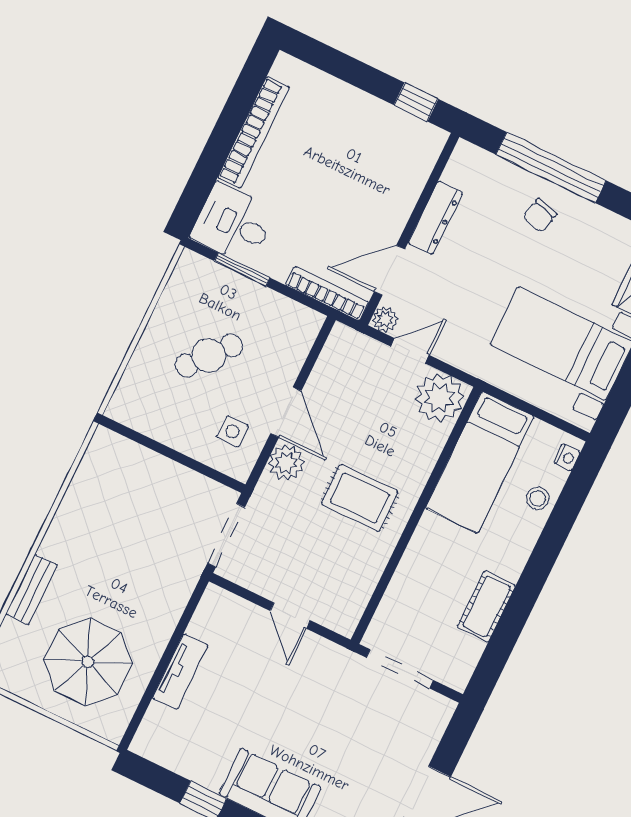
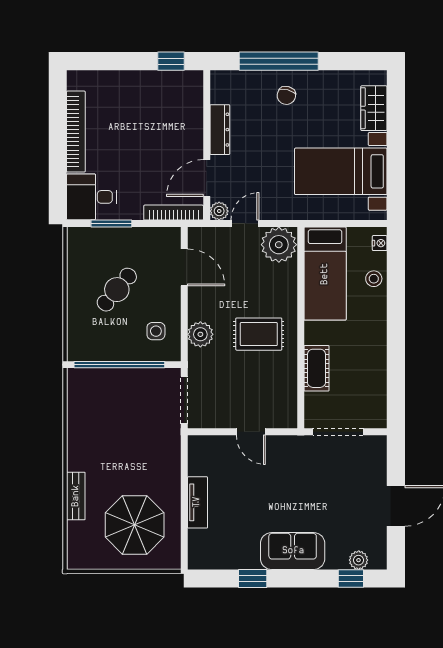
door: (286, 412) -> (184, 267), moved
window: (166, 451) -> (119, 365), added
cot: (487, 606) -> (316, 368), moved

